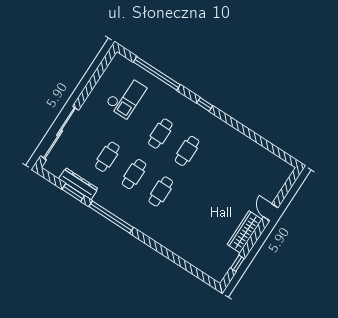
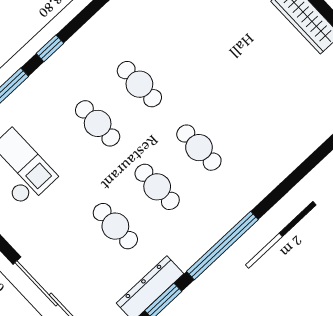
window: (205, 104) -> (50, 48), moved

